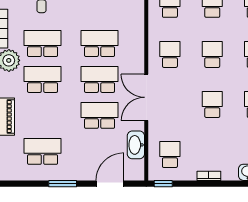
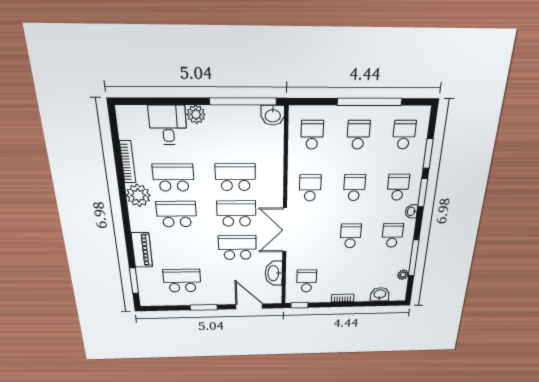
door: (110, 184) -> (249, 306), hinge flipped

